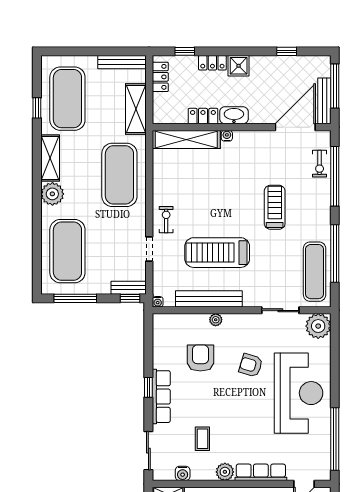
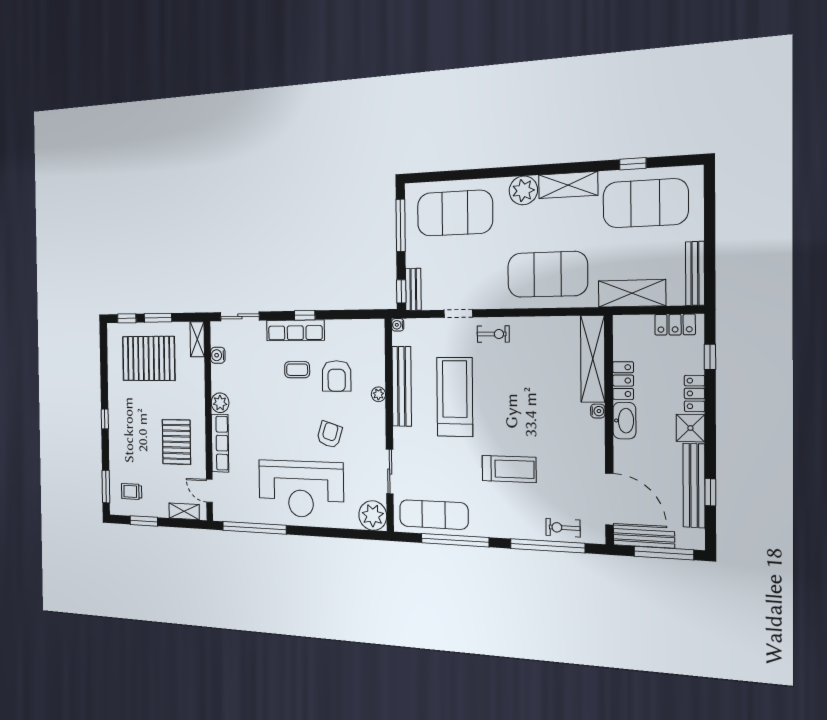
bench: (282, 63) -> (694, 486), added
armchair: (200, 358) -> (337, 376), turned 90
coffee table: (202, 439) -> (297, 370), moved

